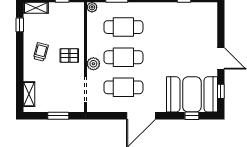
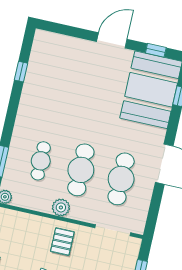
cafe table: (123, 27) -> (41, 161), width x0.73, depth x0.74
plant: (93, 64) -> (61, 207), moved

